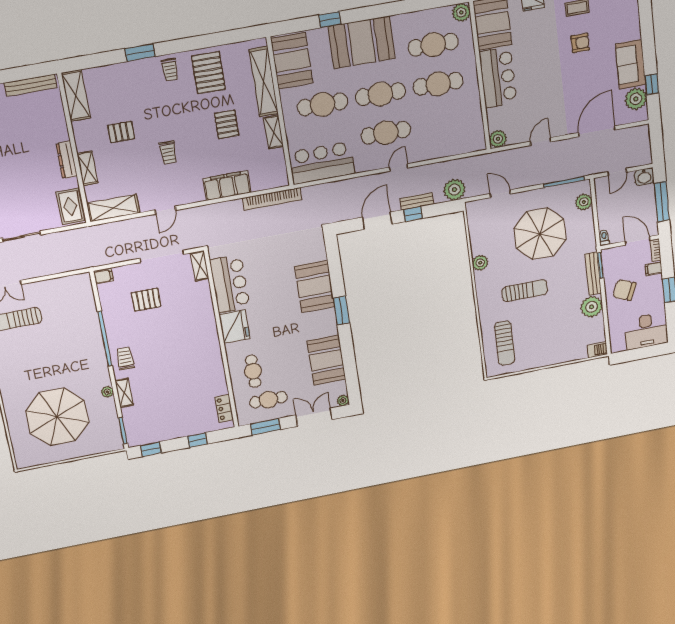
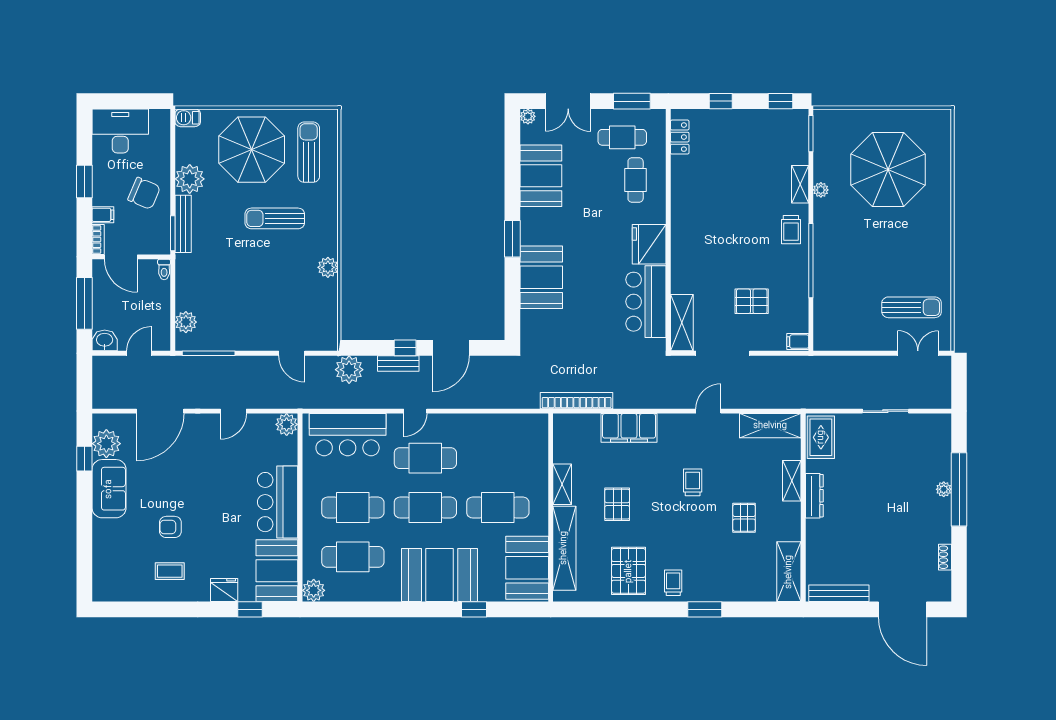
pallet: (121, 132) -> (744, 518), turned 90
bar counter: (322, 163) -> (348, 435), moved
parasol: (540, 234) -> (252, 150), moved
shelving: (200, 266) -> (682, 323), width x1.50, depth x1.33

